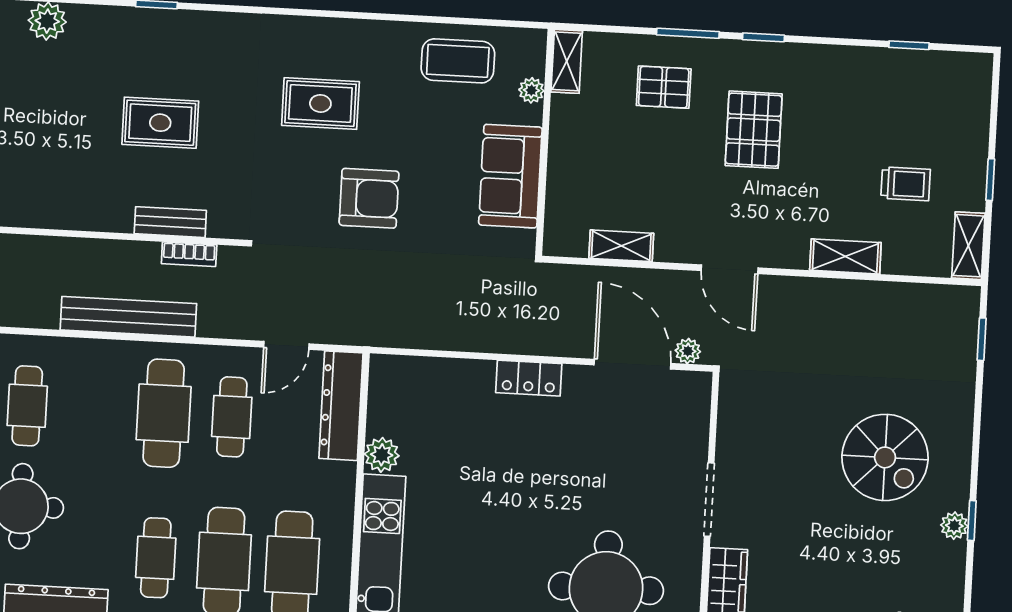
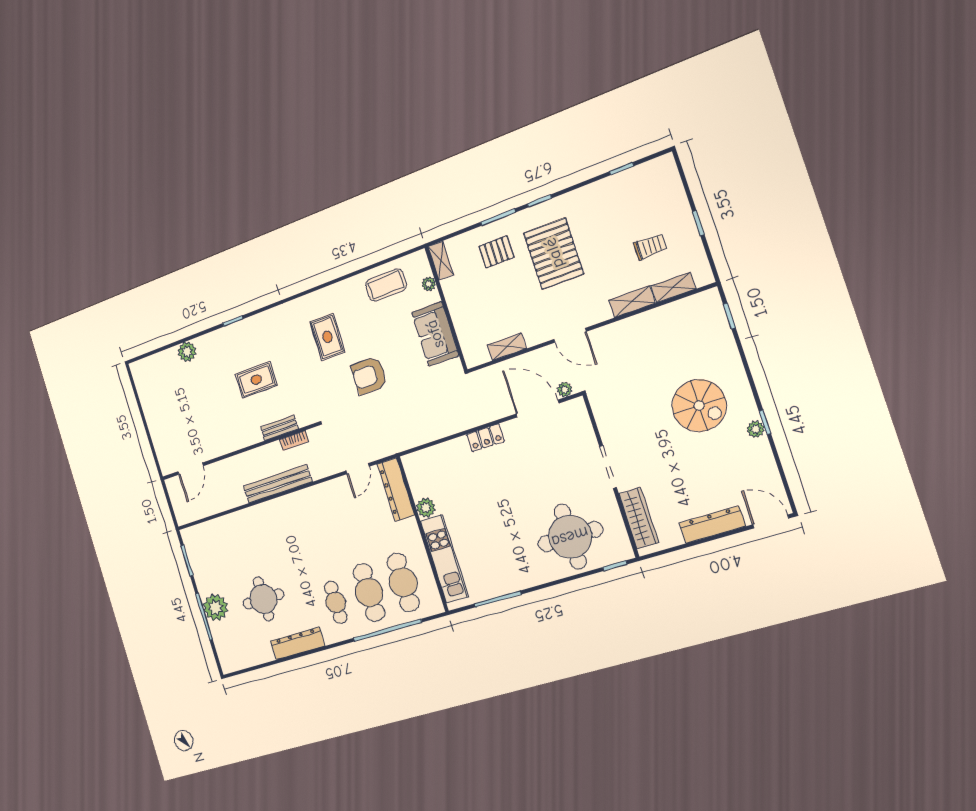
rug: (320, 103) -> (327, 337), turned 90
pallet: (754, 130) -> (554, 253), width x1.37, depth x1.41
armchair: (369, 198) -> (369, 376), turned 180
shelving: (968, 246) -> (673, 287), moved, turned 90
cafe table: (27, 406) -> (248, 547), removed
cafe table: (164, 413) -> (312, 527), removed
cafe table: (232, 417) -> (345, 516), removed

